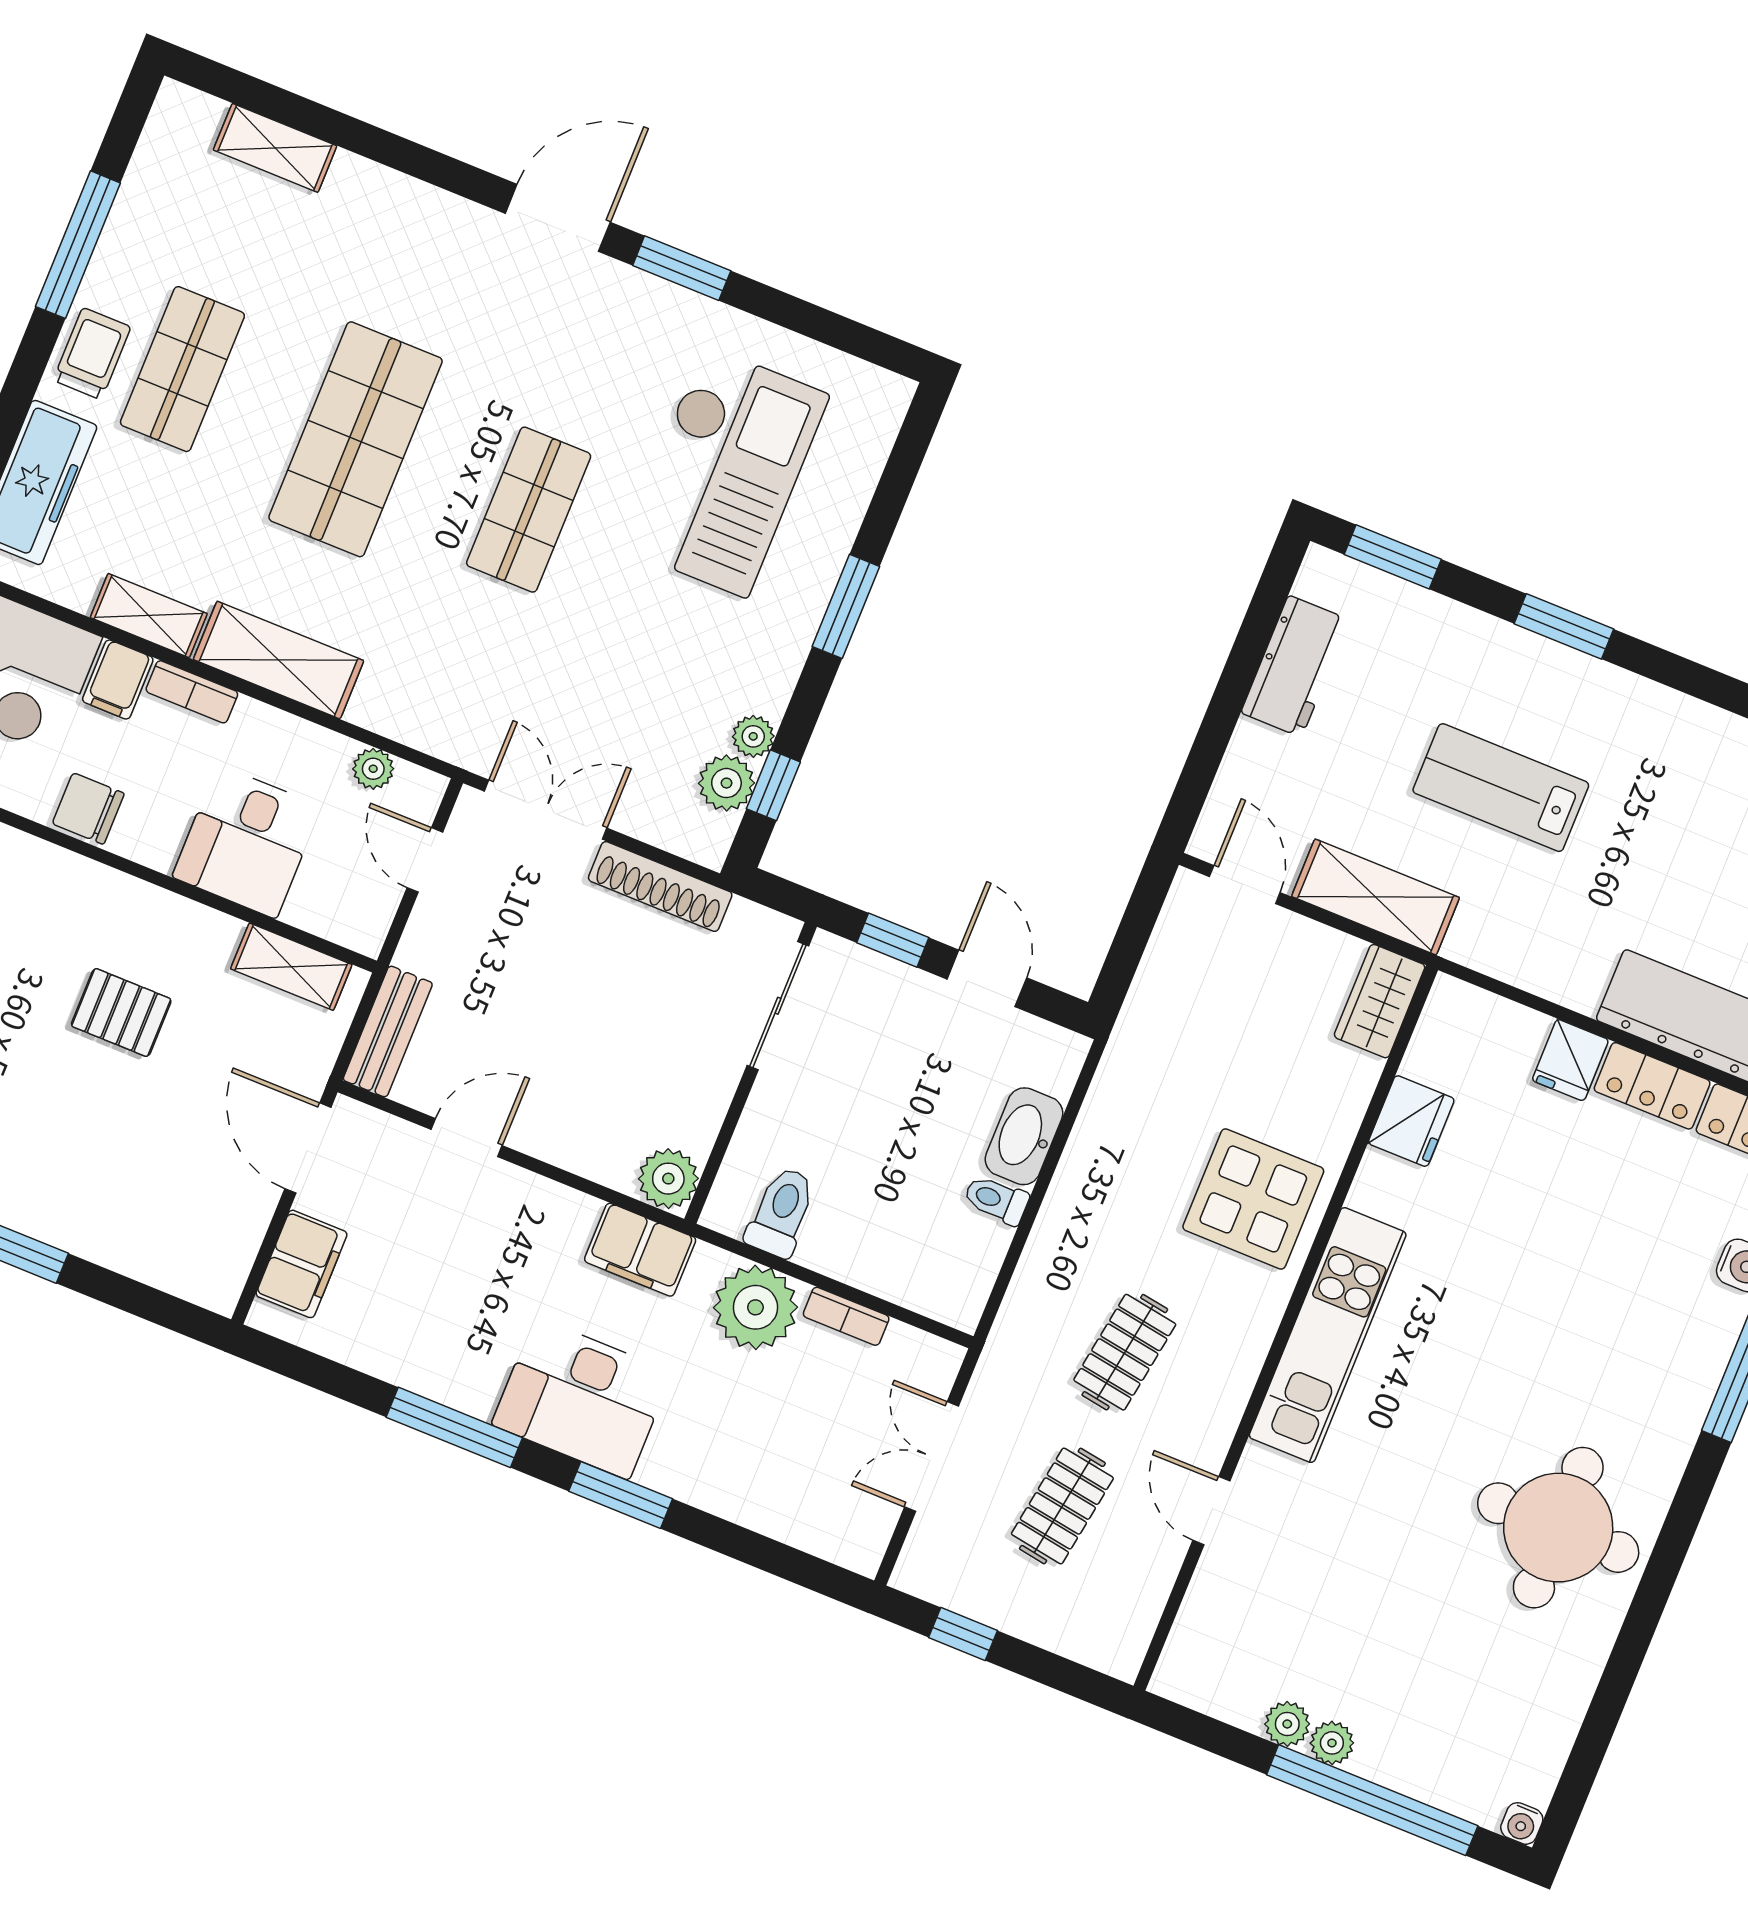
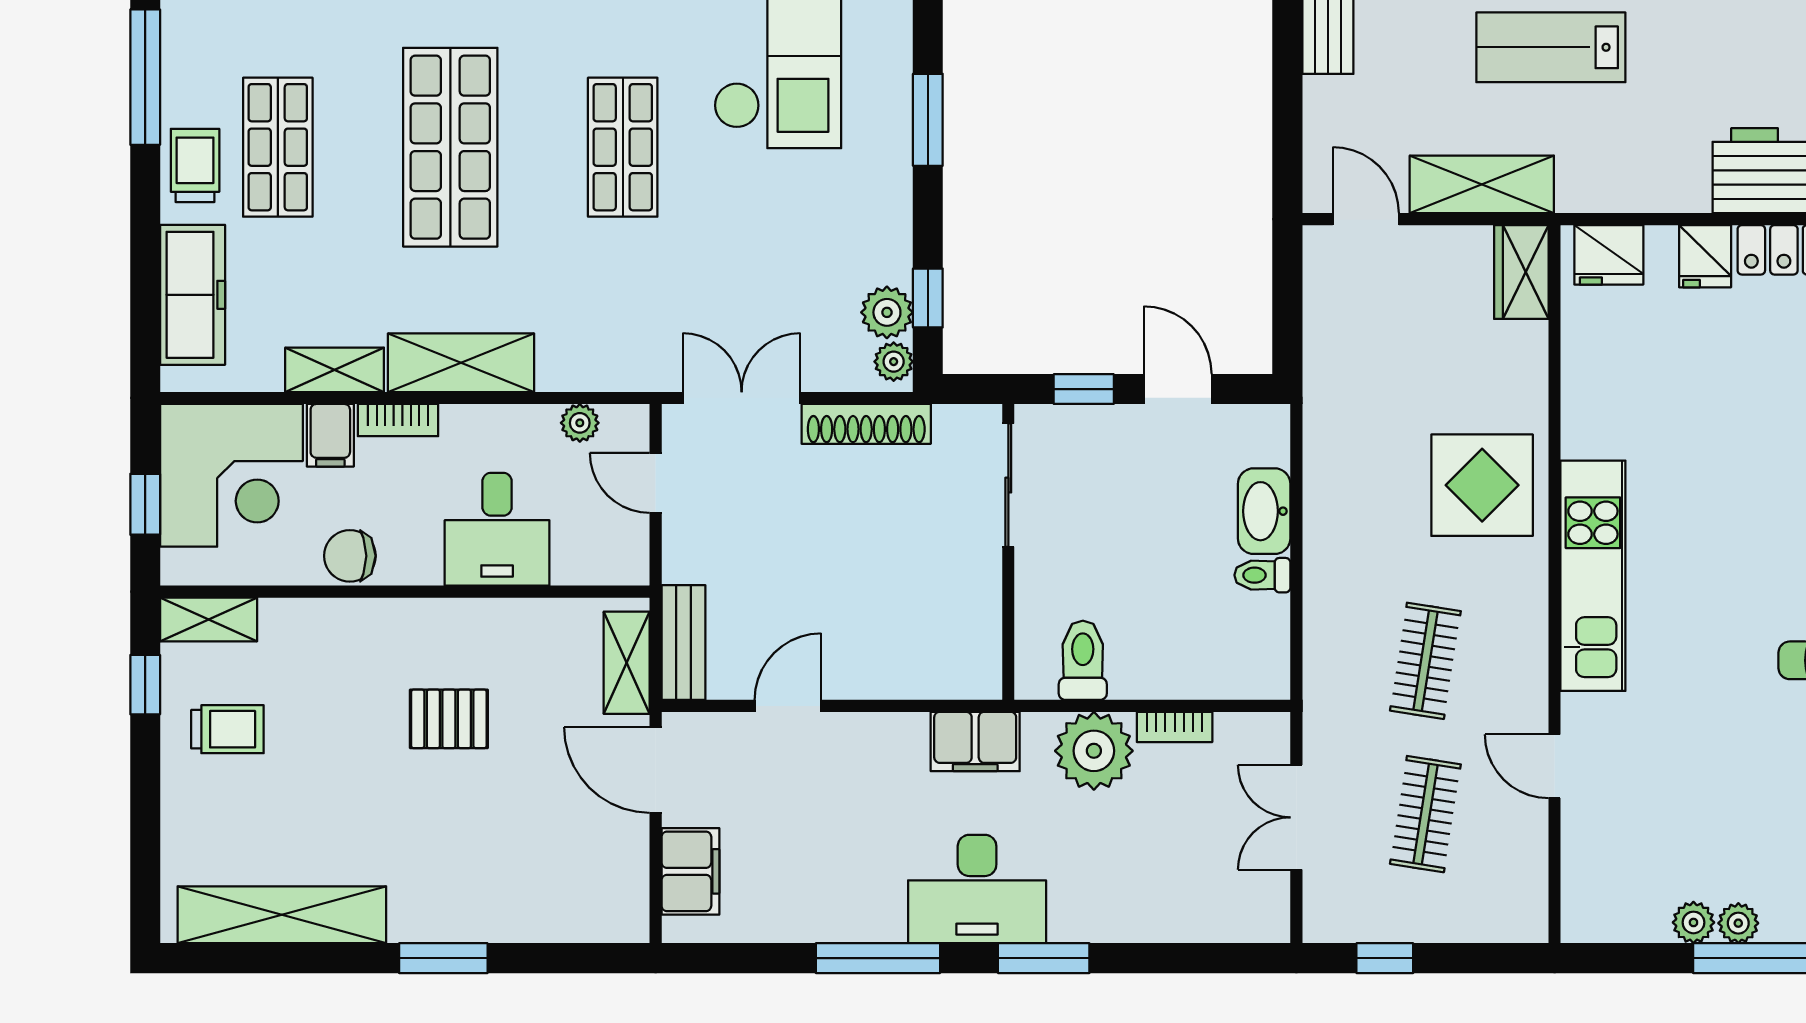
plant: (753, 736) -> (894, 362), moved
shelving: (291, 967) -> (627, 663), moved, turned 90
fridge: (1411, 1121) -> (1609, 255), moved, turned 90
plant: (668, 1179) -> (975, 671), removed

